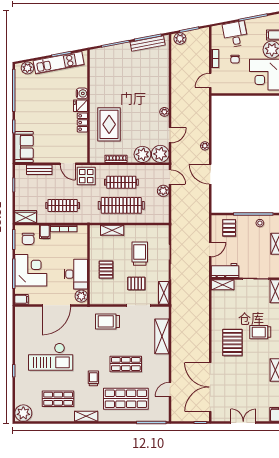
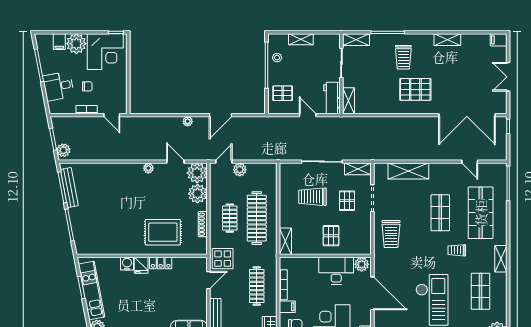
clothes rail: (121, 182) -> (230, 218), width x0.73
shelving: (112, 230) -> (285, 241), moved
pallet: (106, 270) -> (331, 236), turned 90

